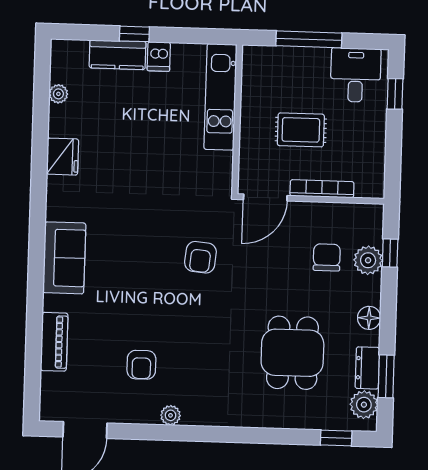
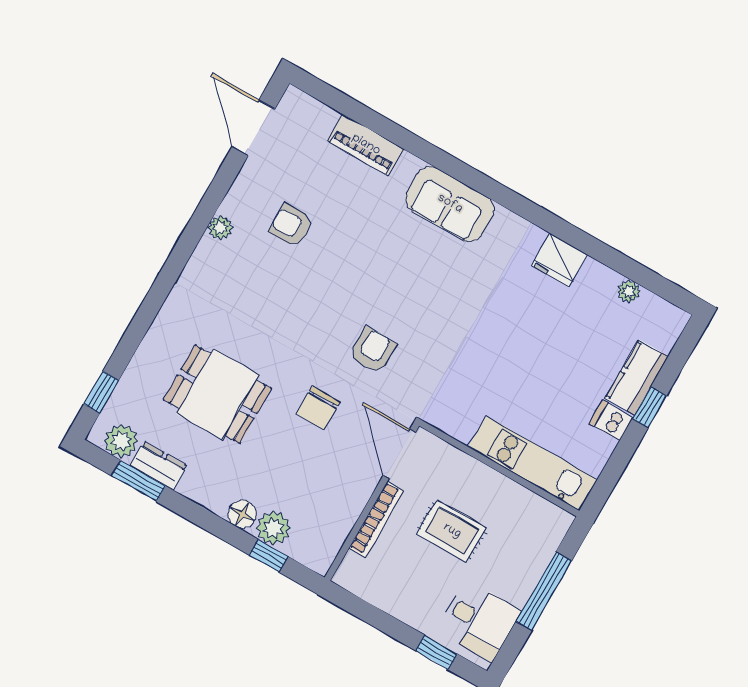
rug: (301, 130) -> (452, 531), turned 90
armchair: (200, 257) -> (373, 350), turned 84
chair: (327, 257) -> (318, 408), moved, turned 90
floor lamp: (369, 318) -> (242, 514), moved

